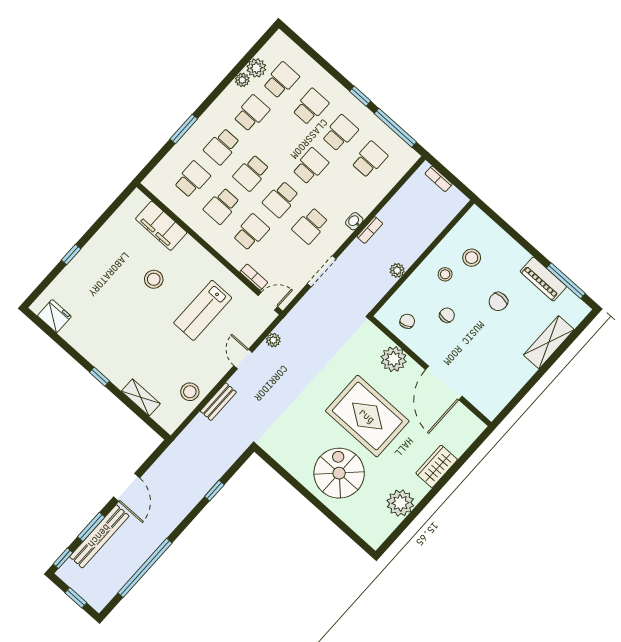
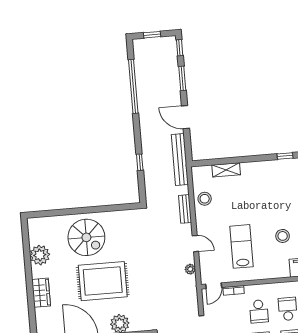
window: (100, 377) -> (285, 156), moved
bench: (99, 536) -> (180, 160), moved

